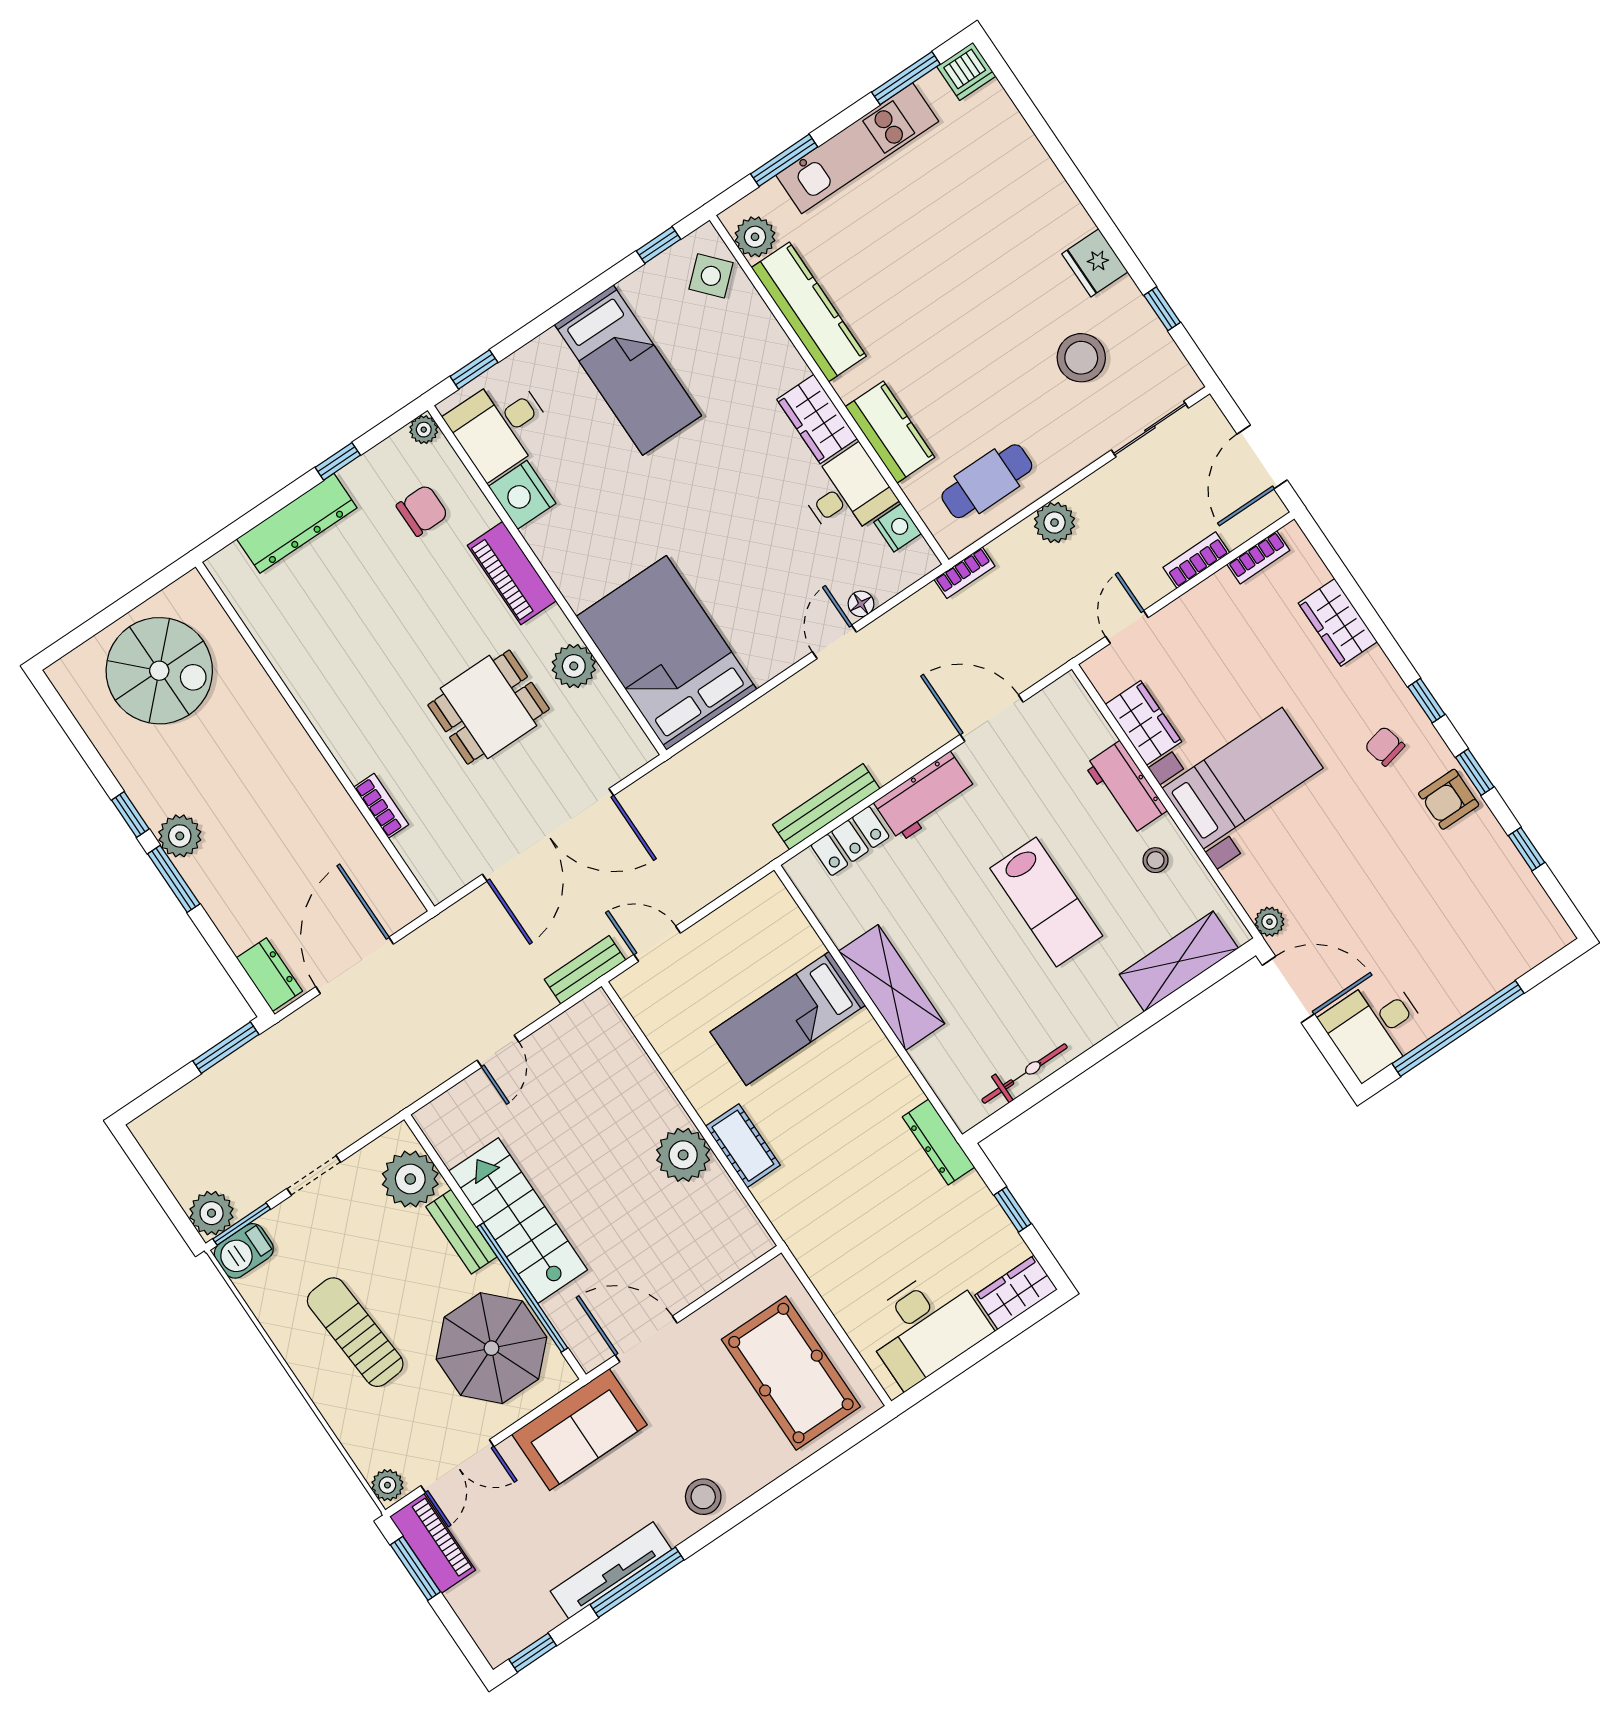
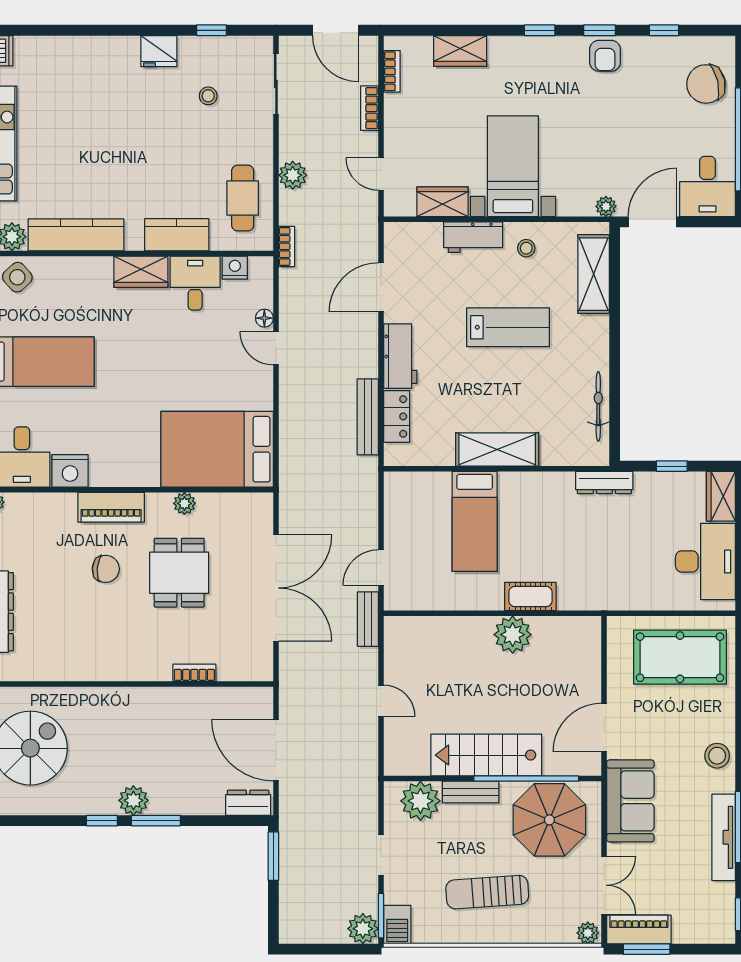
stool: (1081, 358) -> (208, 96), width x0.53, depth x0.53
chair: (422, 510) -> (106, 569), moved, turned 95
plant: (574, 666) -> (184, 503), width x0.73, depth x0.73
chair: (1385, 746) -> (706, 84), moved, width x1.87, depth x1.87

